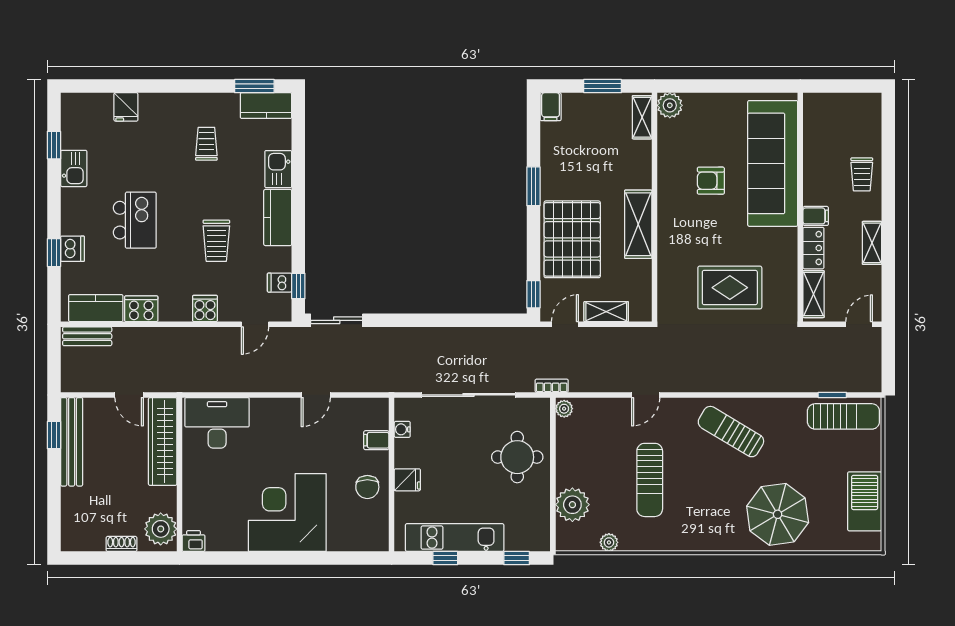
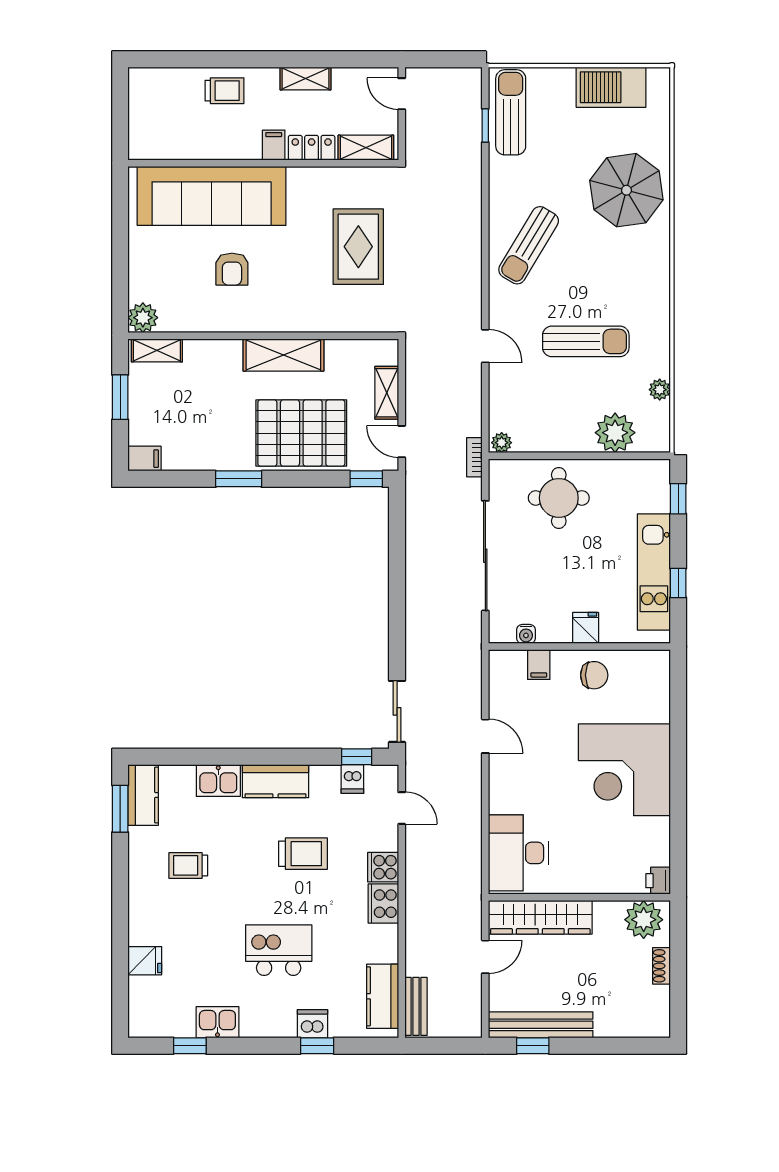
cooker: (141, 309) -> (383, 904), moved

